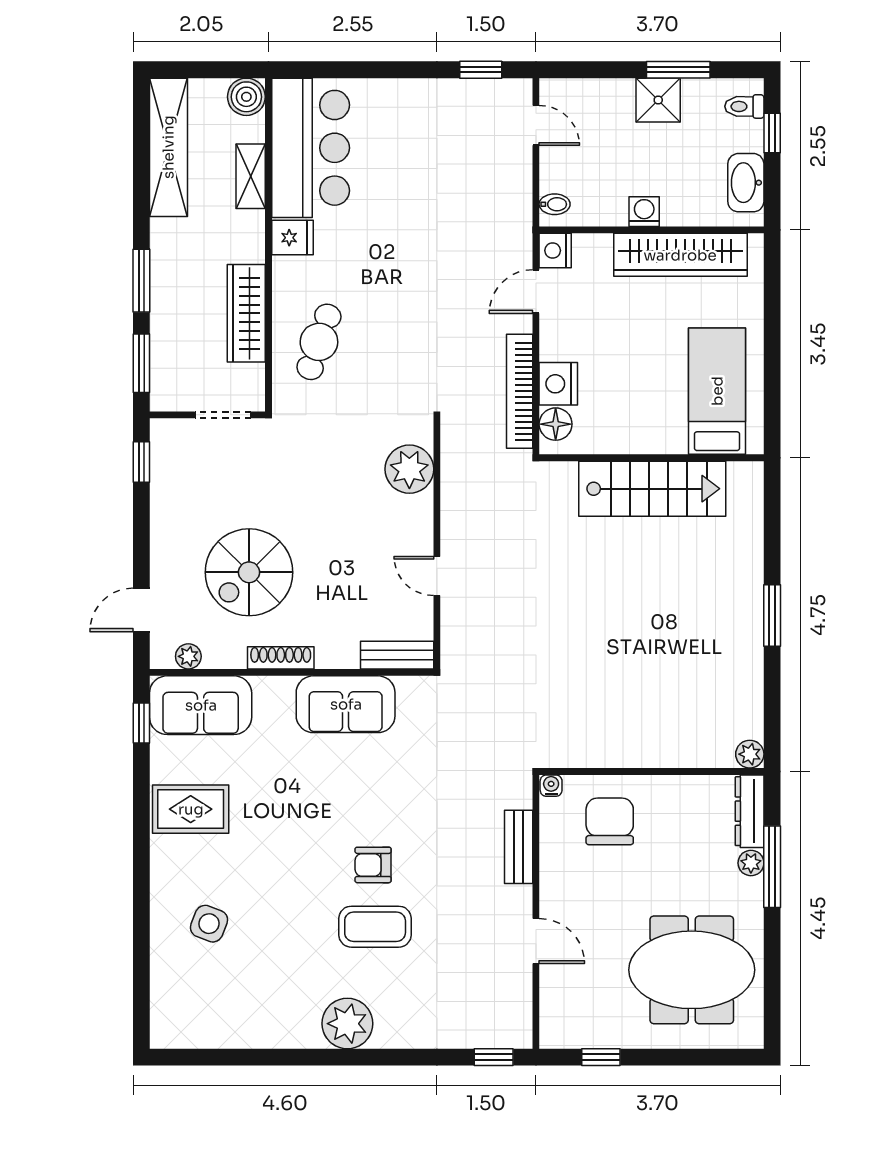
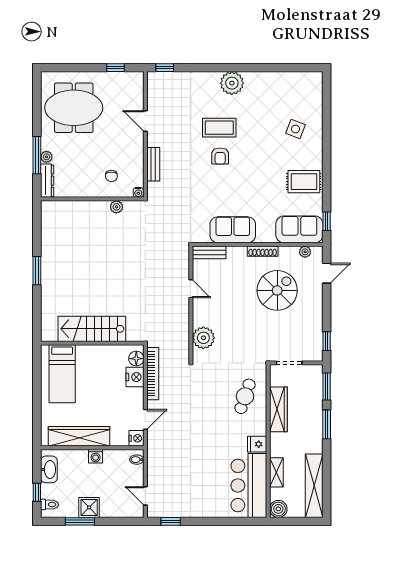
plant: (750, 754) -> (116, 207), moved
chair: (610, 821) -> (111, 176), width x0.54, depth x0.54
armchair: (373, 865) -> (220, 156), turned 90

